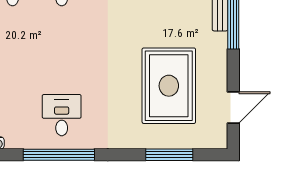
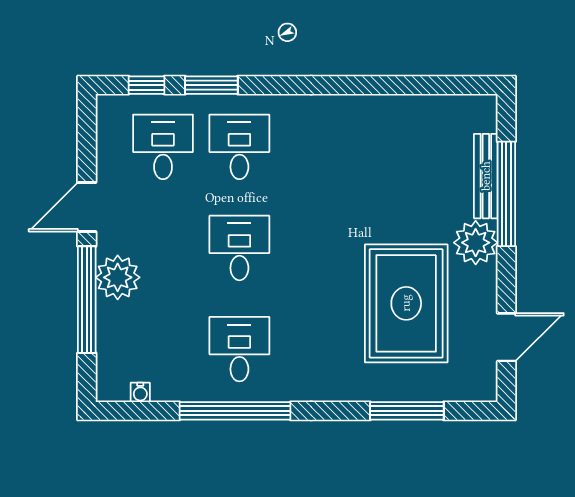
plant: (213, 47) -> (476, 243), added
desk: (62, 50) -> (239, 248), added

